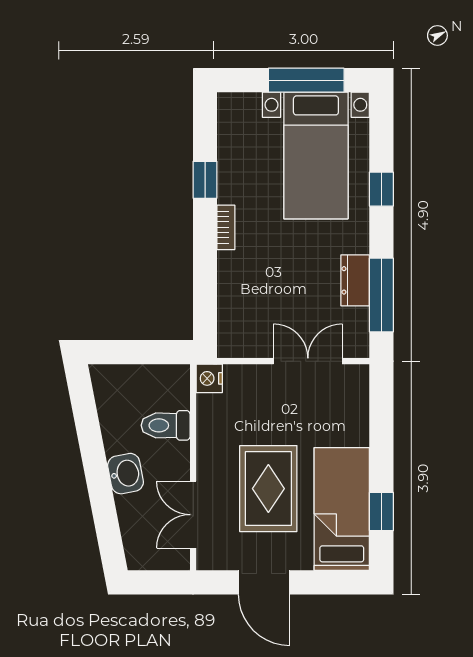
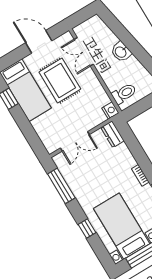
dresser: (355, 280) -> (113, 134), moved, turned 180
toilet: (166, 425) -> (124, 94), moved
double door: (193, 515) -> (84, 52), swing flipped

